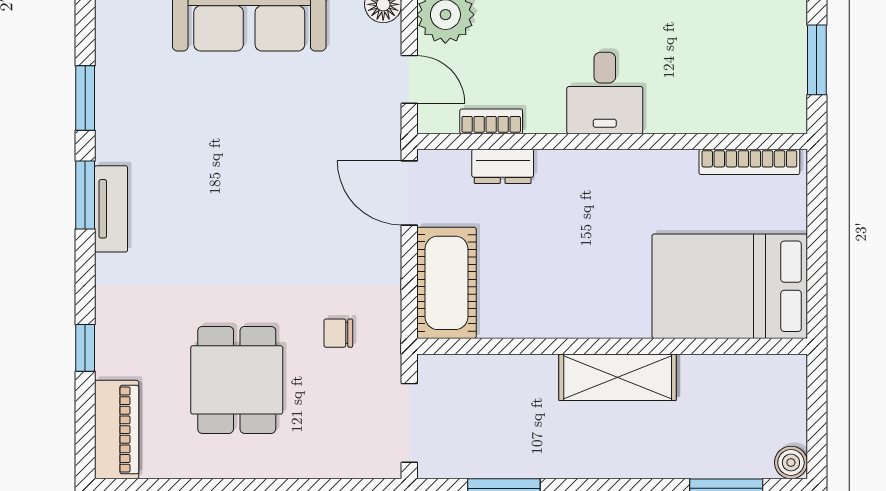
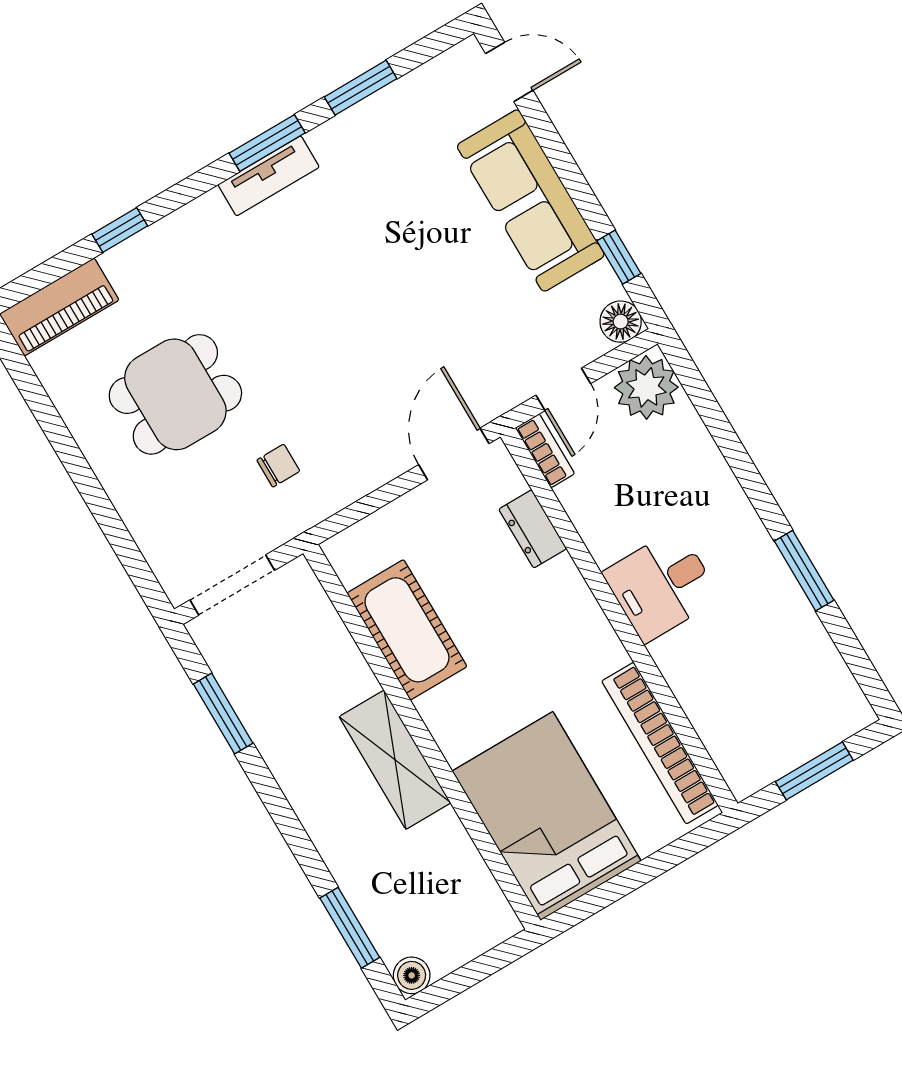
bookcase: (491, 121) -> (545, 451), moved
bookcase: (749, 162) -> (660, 743), width x1.48, depth x1.31
cot: (446, 283) -> (407, 630), moved, turned 90
chair: (338, 333) -> (278, 466), turned 90

